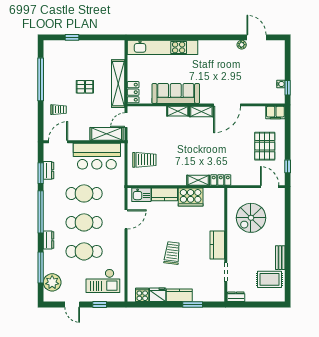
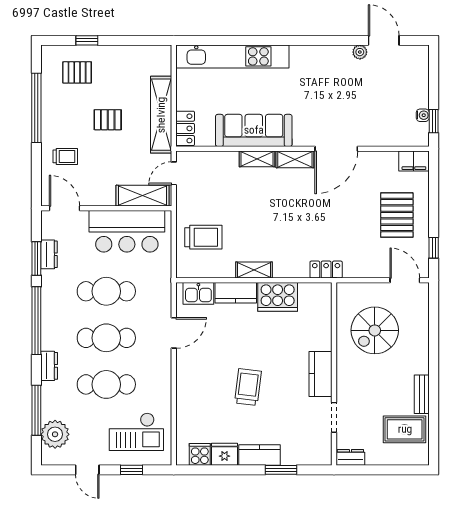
pallet: (66, 57) -> (77, 72), added
door: (58, 142) -> (64, 208), hinge flipped
shelving: (198, 180) -> (254, 270), moved

